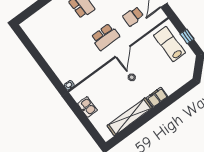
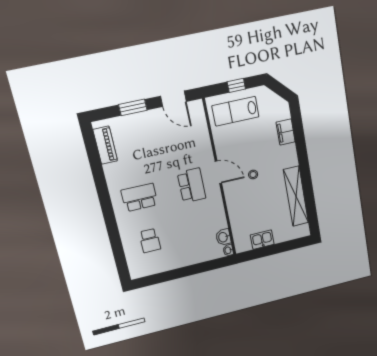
school desk: (133, 16) -> (150, 241), moved
washbasin: (77, 77) -> (223, 237), added
filing cabinet: (157, 97) -> (286, 132), moved

